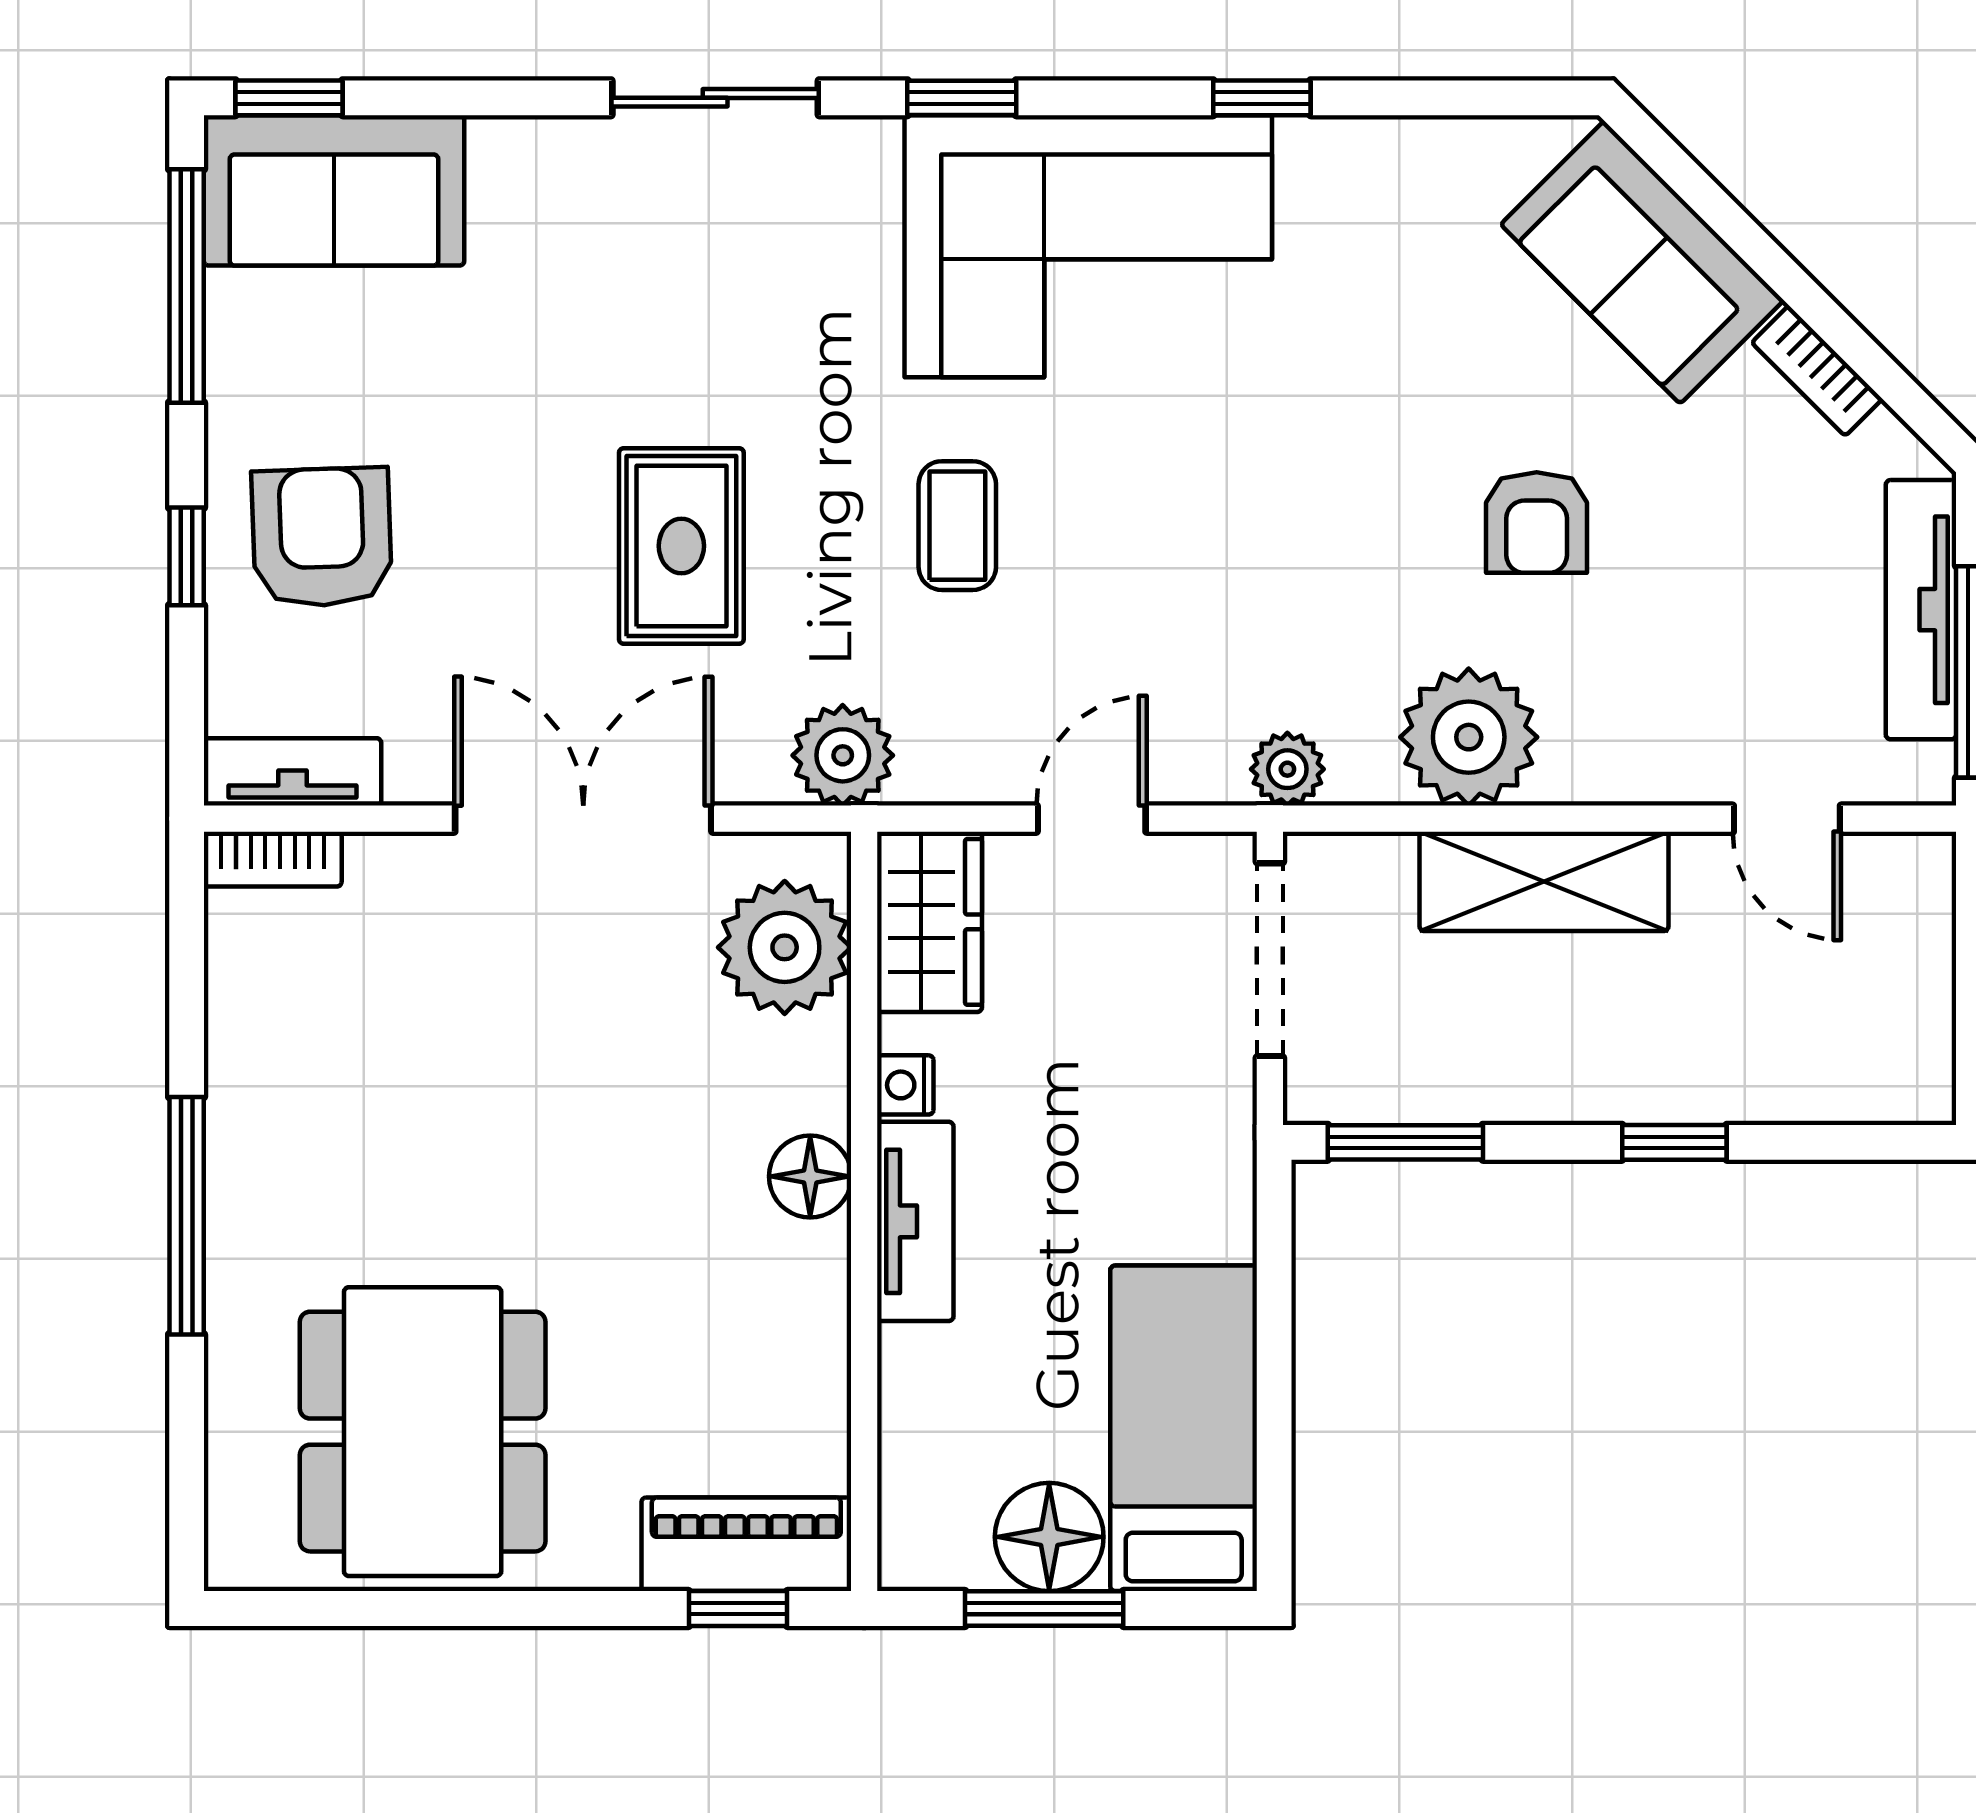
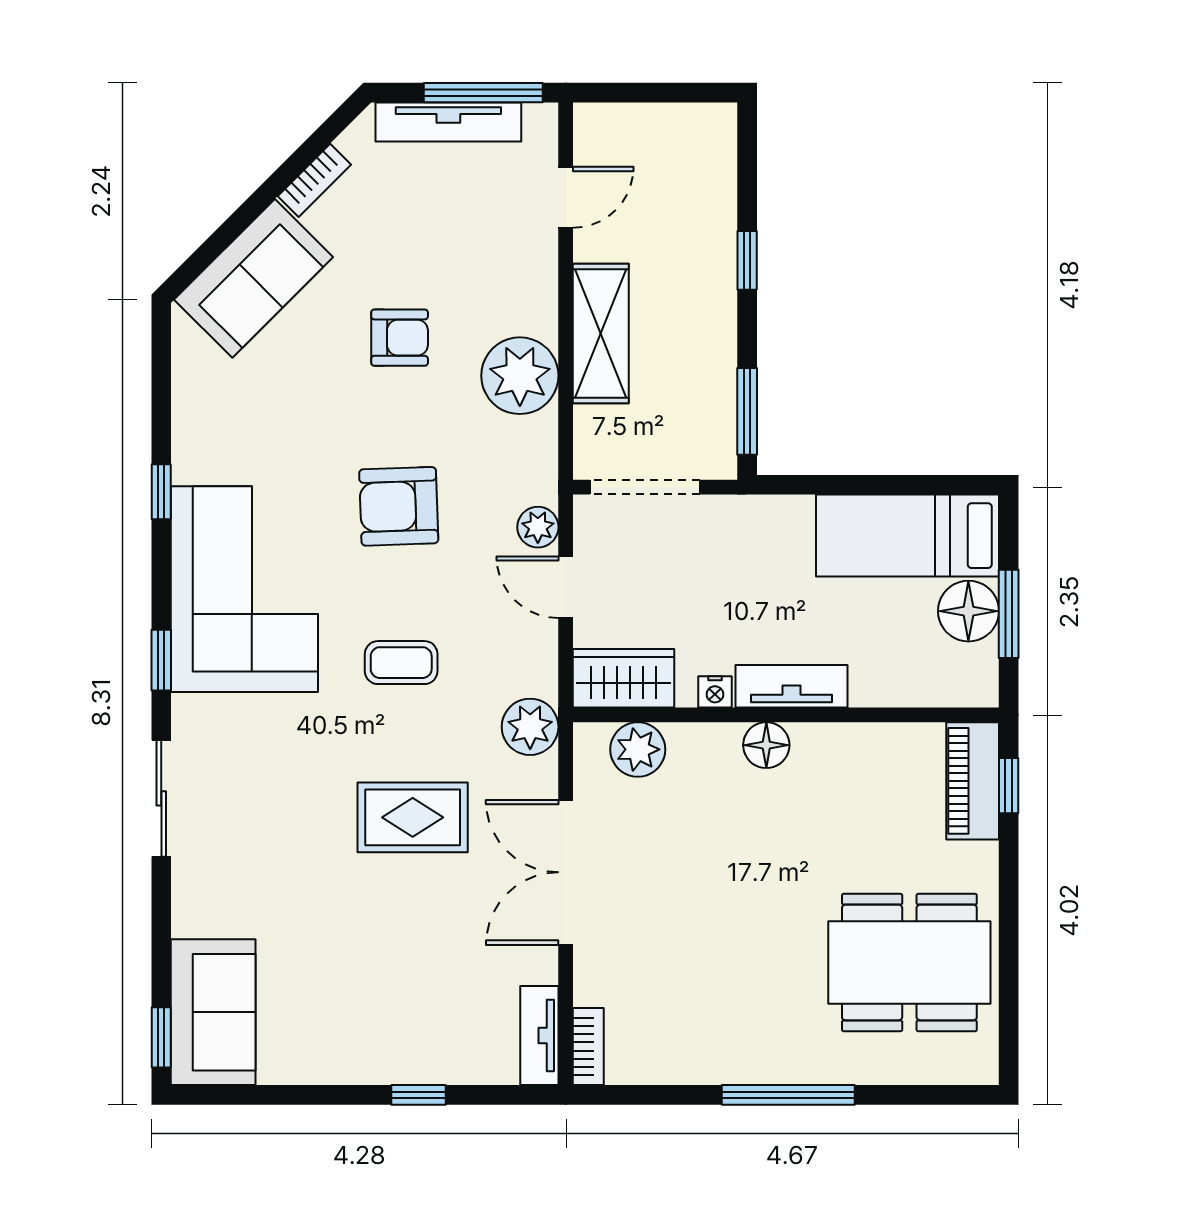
window: (187, 286) -> (267, 1095), removed
armchair: (322, 537) -> (399, 506), moved
plant: (1287, 769) -> (538, 527), moved
plant: (785, 947) -> (638, 749), width x0.73, depth x0.73

